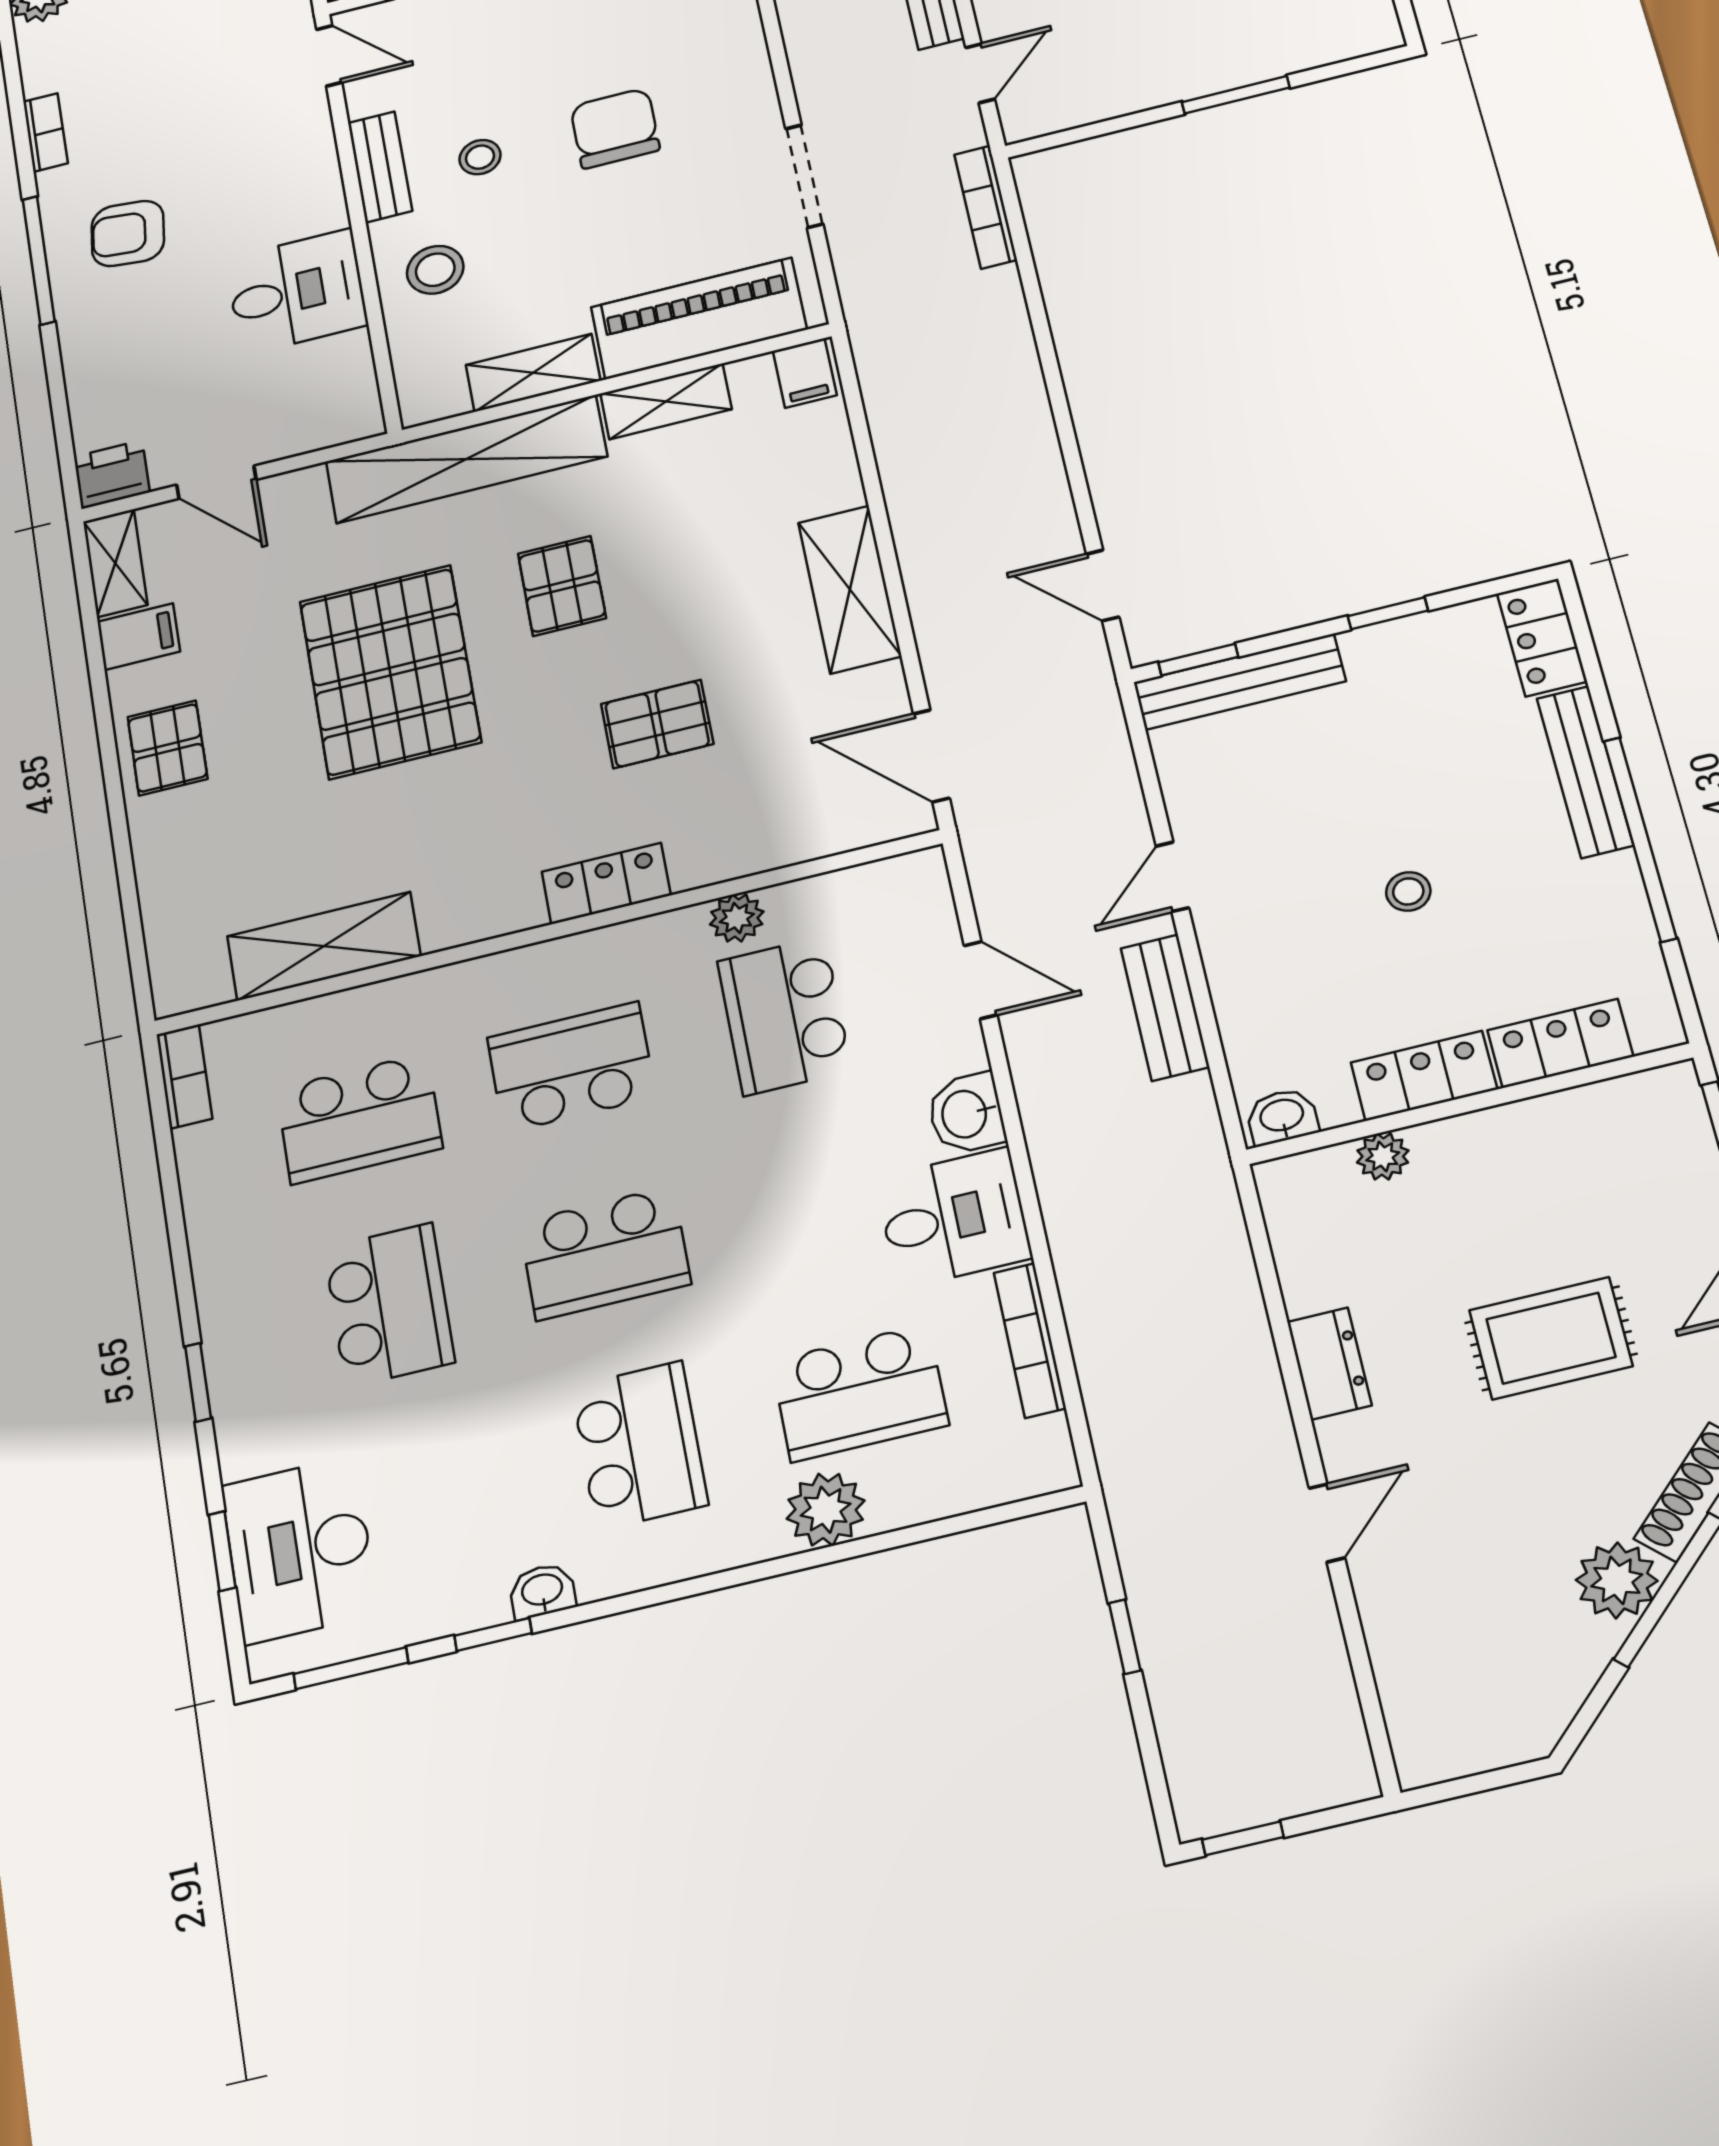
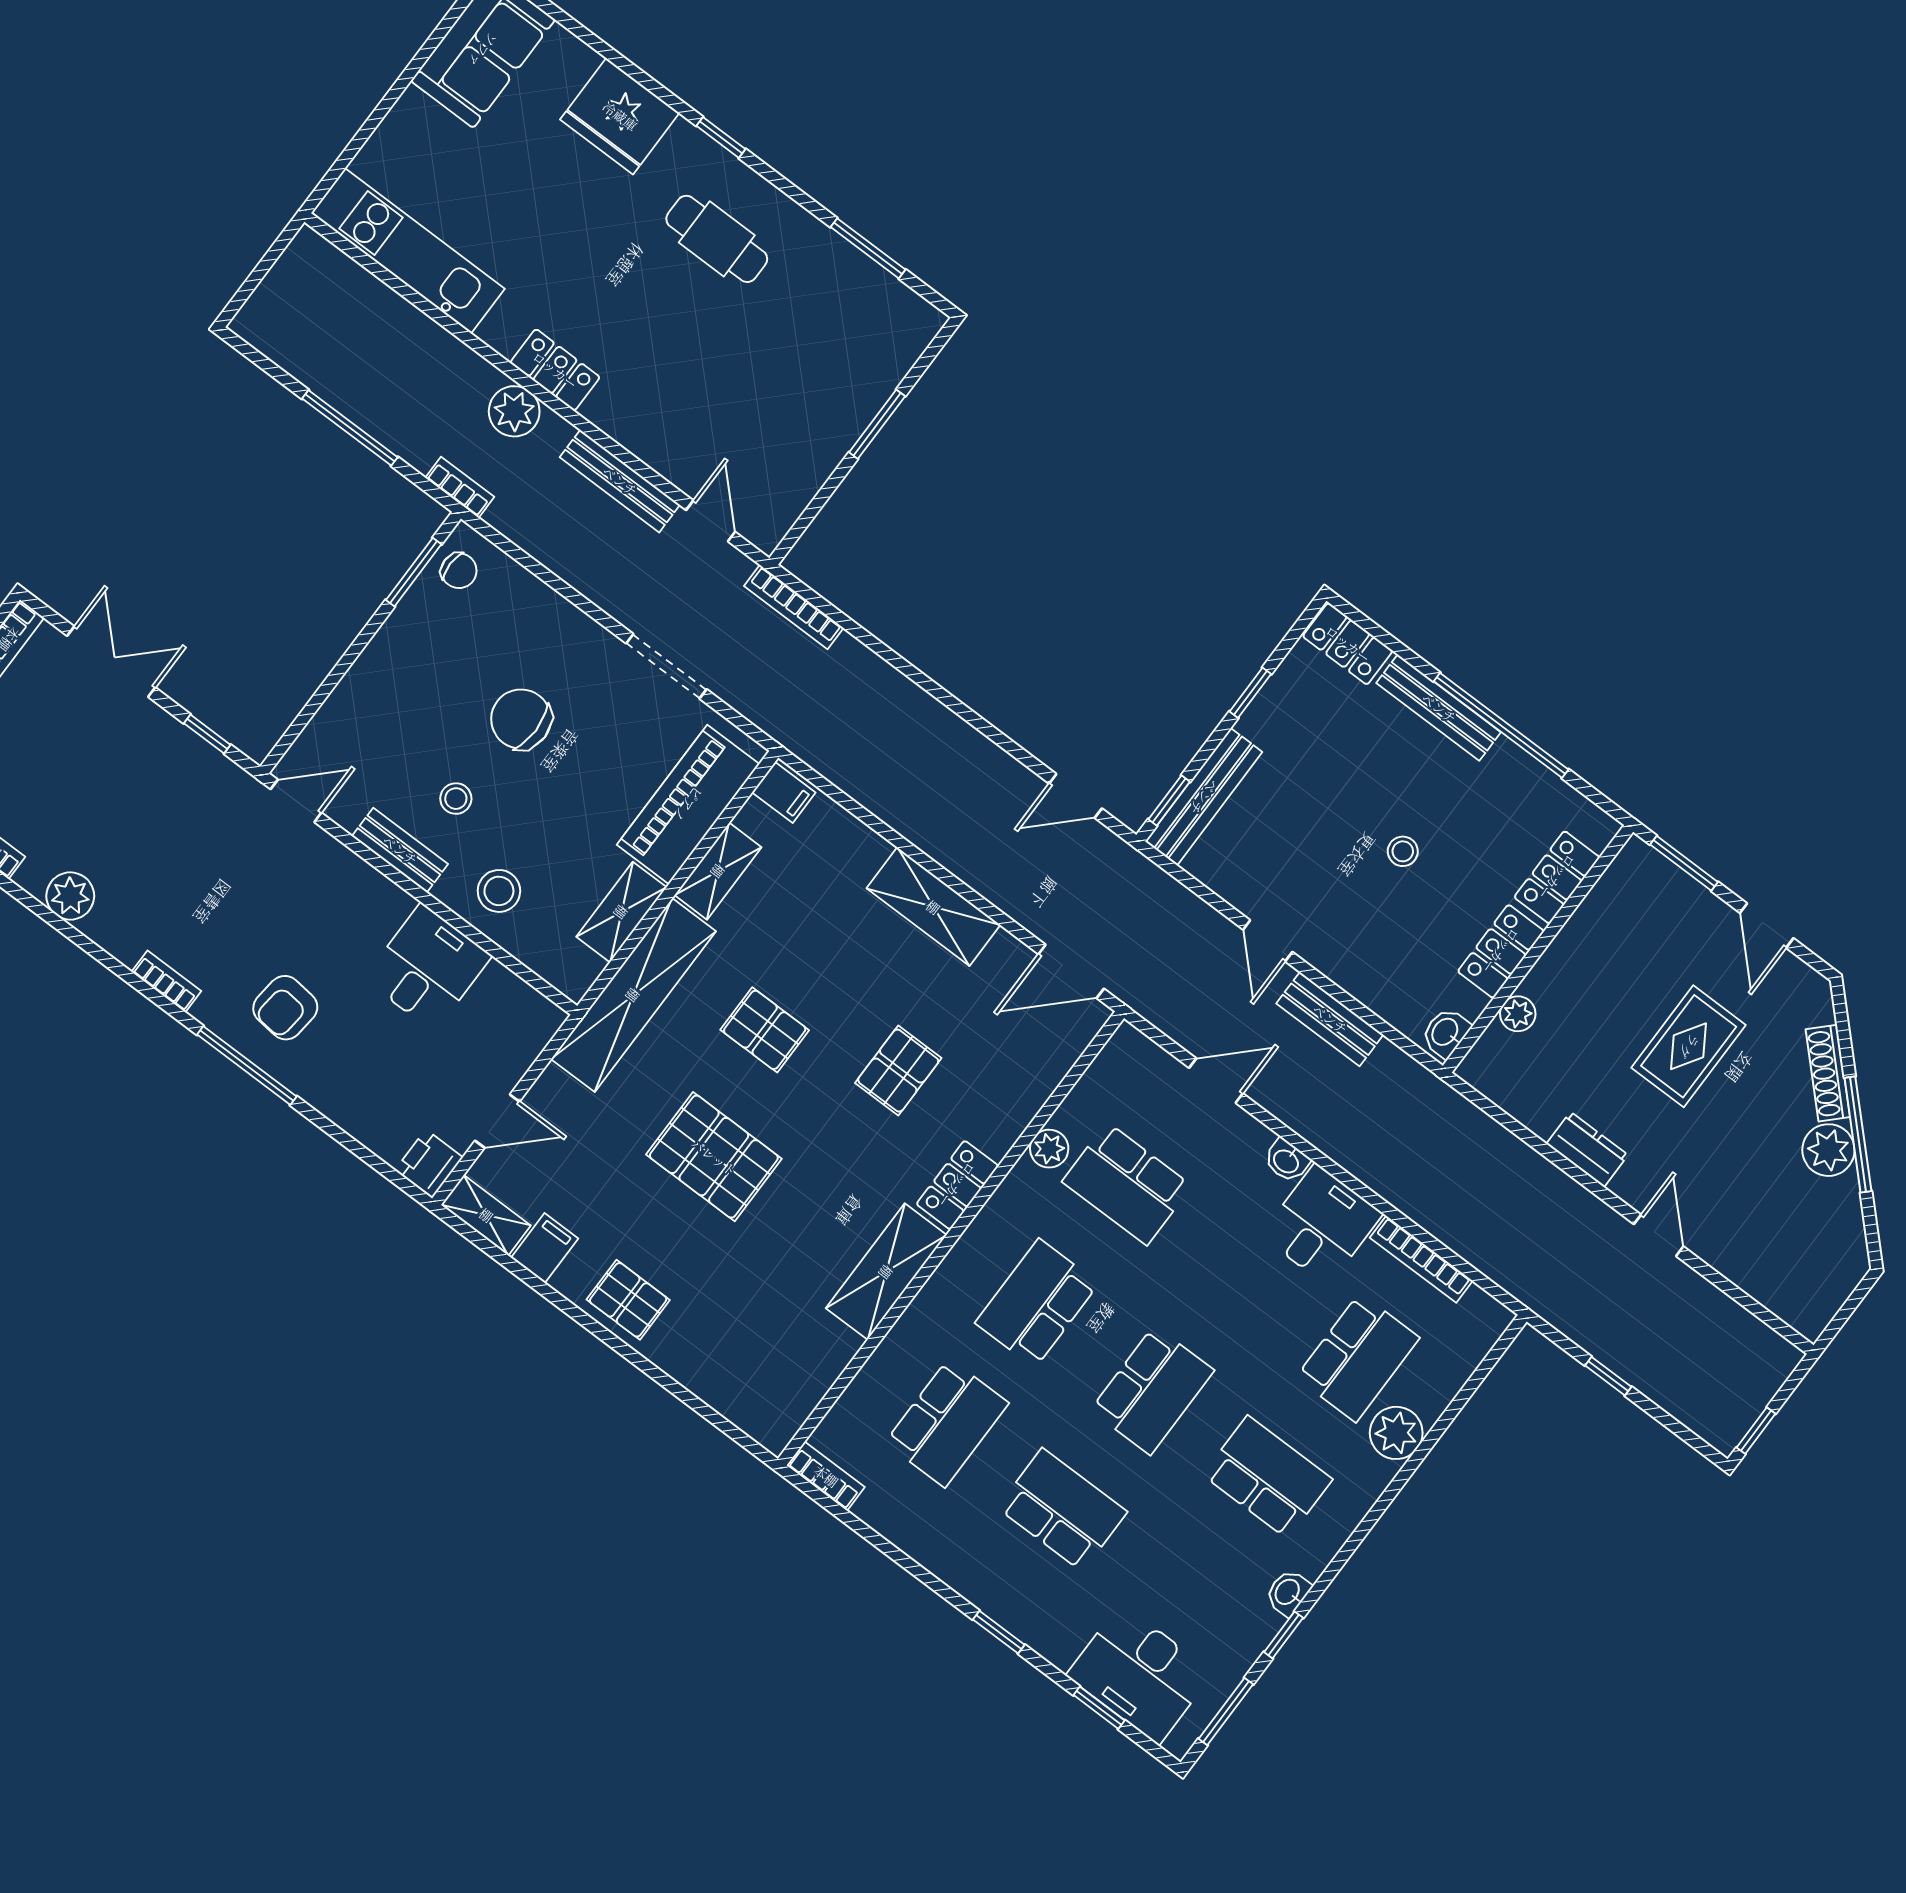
pallet: (390, 672) -> (714, 1157), width x0.73, depth x0.71
shelving: (324, 946) -> (886, 1272), moved
washbasin: (966, 1114) -> (1287, 1161), width x0.72, depth x0.69

